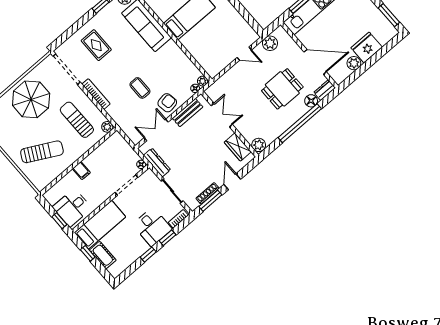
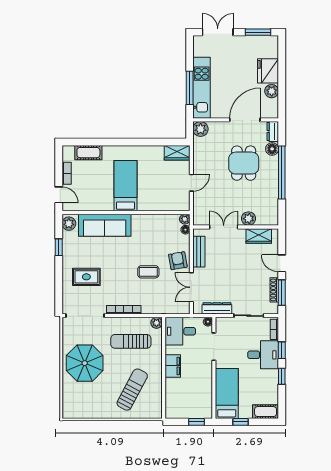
wardrobe: (247, 33) -> (177, 153), added
plant: (270, 43) -> (201, 129), moved
door: (244, 54) -> (191, 183), moved
plant: (259, 145) -> (249, 219), moved
filing cabinet: (81, 171) -> (173, 366), width x2.00
desk: (72, 208) -> (180, 331), moved, turned 90
cot: (103, 255) -> (266, 412), moved

